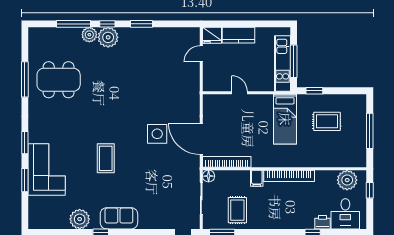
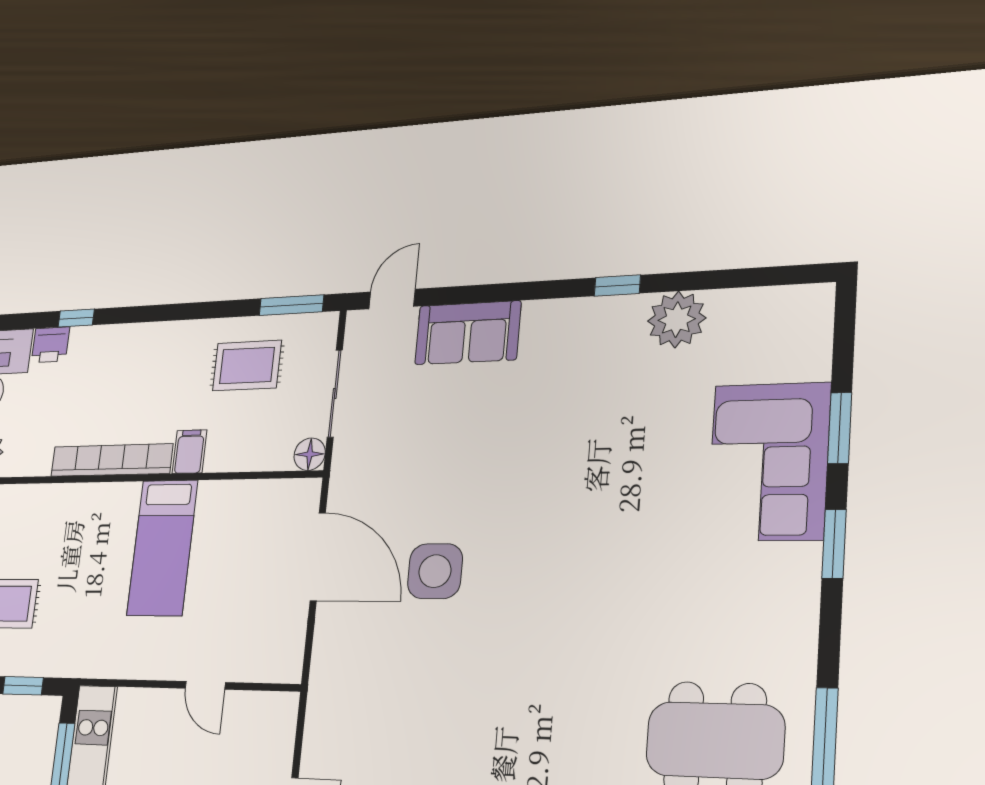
bed: (285, 119) -> (162, 548), moved, turned 180
coffee table: (106, 158) -> (587, 499), removed
bookcase: (227, 162) -> (259, 494), removed
rug: (237, 210) -> (247, 366), turned 90
sofa: (119, 218) -> (468, 333), moved

